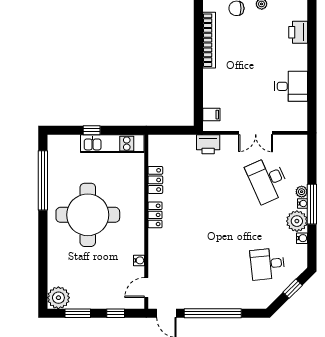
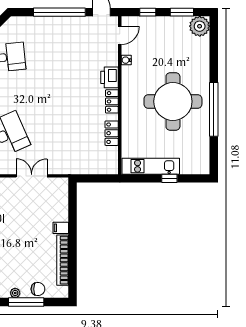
filing cabinet: (211, 115) -> (61, 228), moved
double door: (256, 133) -> (32, 176), moved
printer: (208, 144) -> (110, 77), moved, turned -90
window: (43, 180) -> (214, 109), moved

